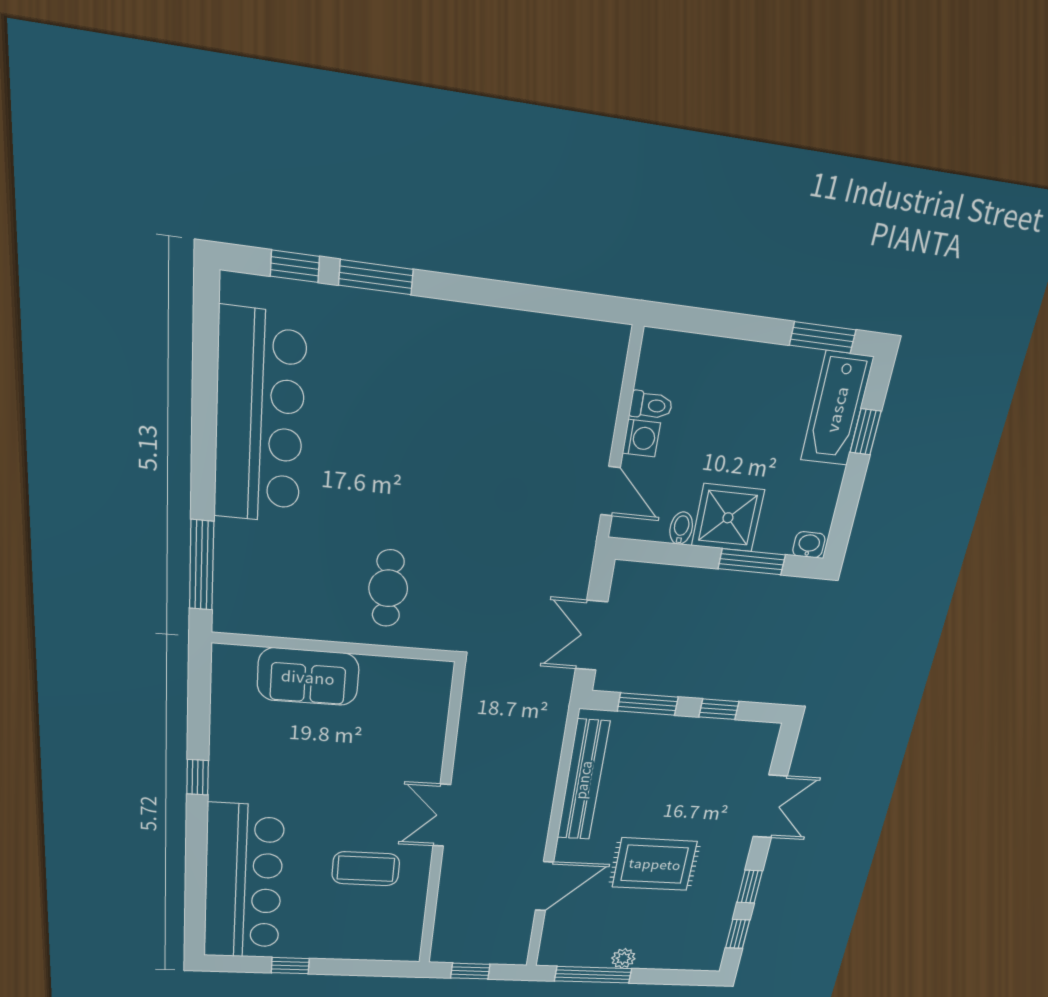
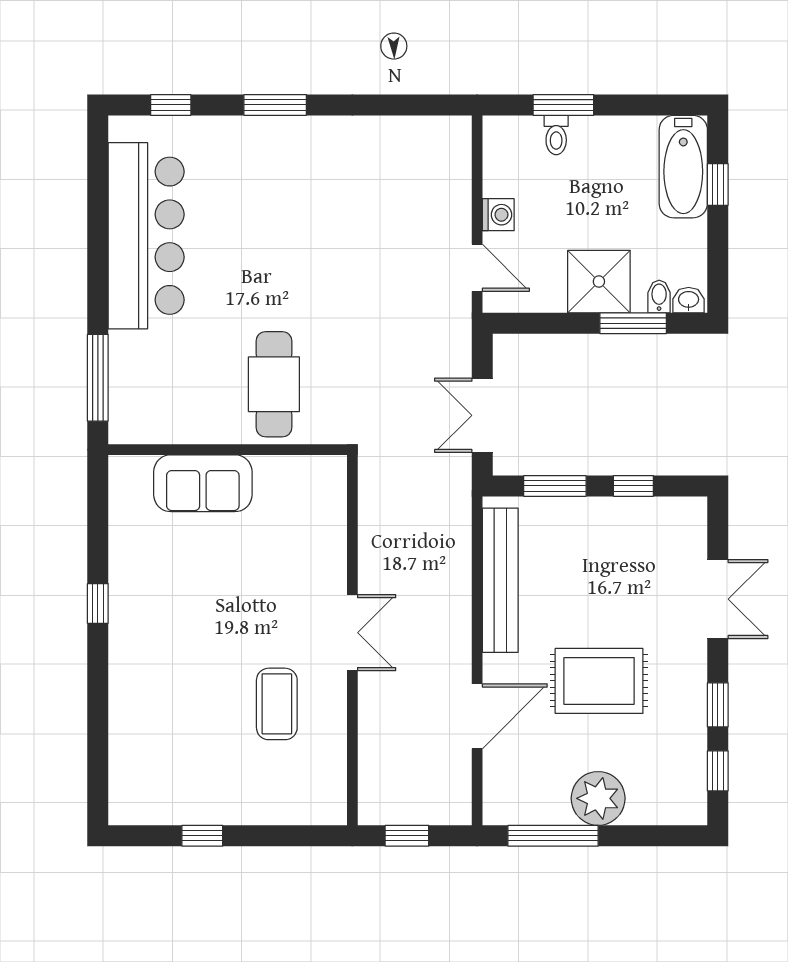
window: (376, 277) -> (275, 105), moved
window: (823, 337) -> (563, 105), moved
toilet: (651, 405) -> (556, 135), moved, turned 90
bidet: (681, 528) -> (659, 296), moved
cafe table: (388, 588) -> (274, 384), width x1.37, depth x1.35
double door: (442, 815) -> (352, 633), swing flipped
coffee table: (366, 869) -> (277, 704), turned 90
bar counter: (244, 883) -> (148, 728), removed
plant: (623, 958) -> (598, 798), width x1.88, depth x1.88

